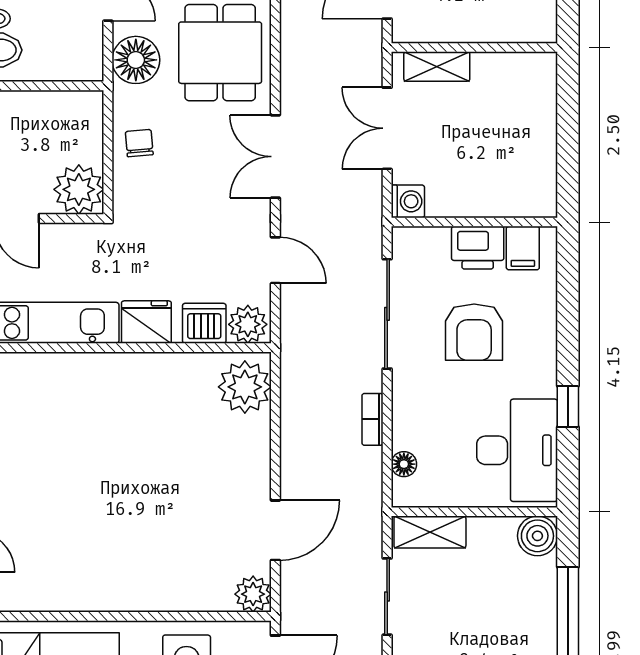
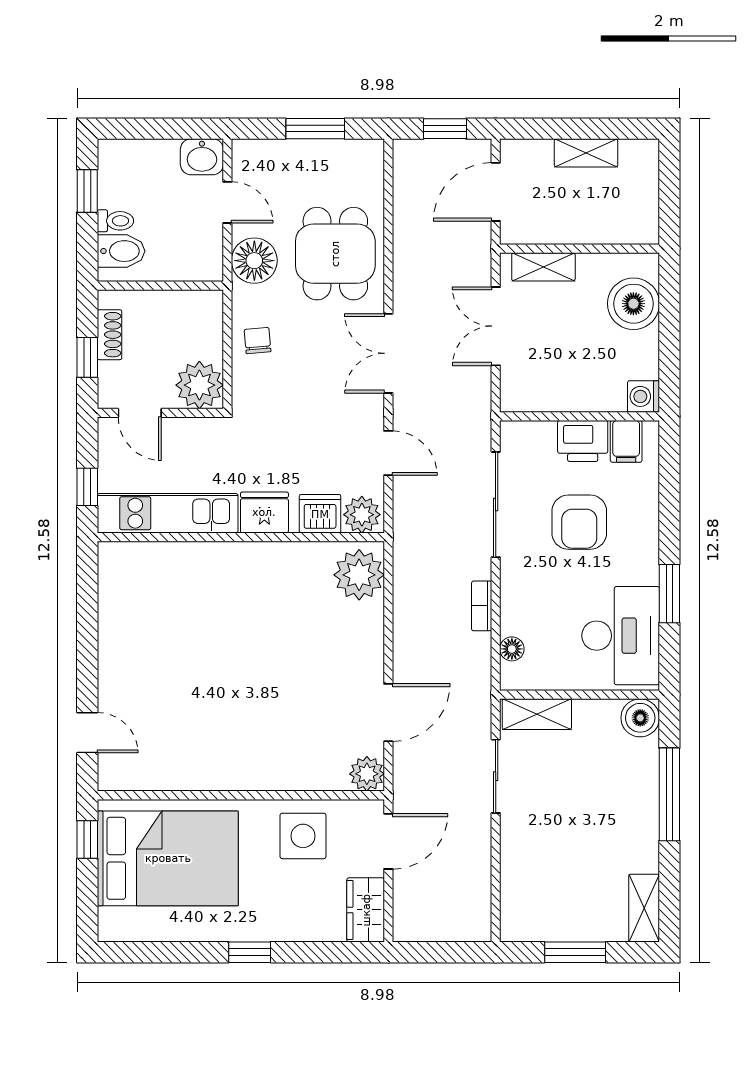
boiler: (530, 105) -> (633, 304), added
washing machine: (408, 201) -> (643, 396), moved, turned 180
window: (568, 407) -> (669, 594), width x1.50

